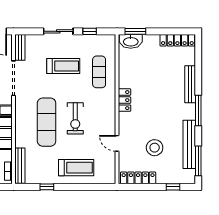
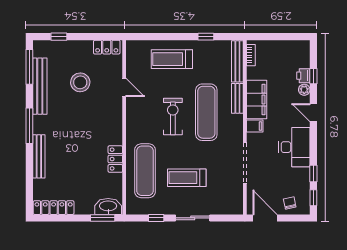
bench: (20, 47) -> (237, 98), moved
exercise mat: (99, 72) -> (145, 171), width x1.36, depth x1.45
locker: (124, 100) -> (115, 159), moved
locker: (138, 178) -> (107, 47), width x0.66

